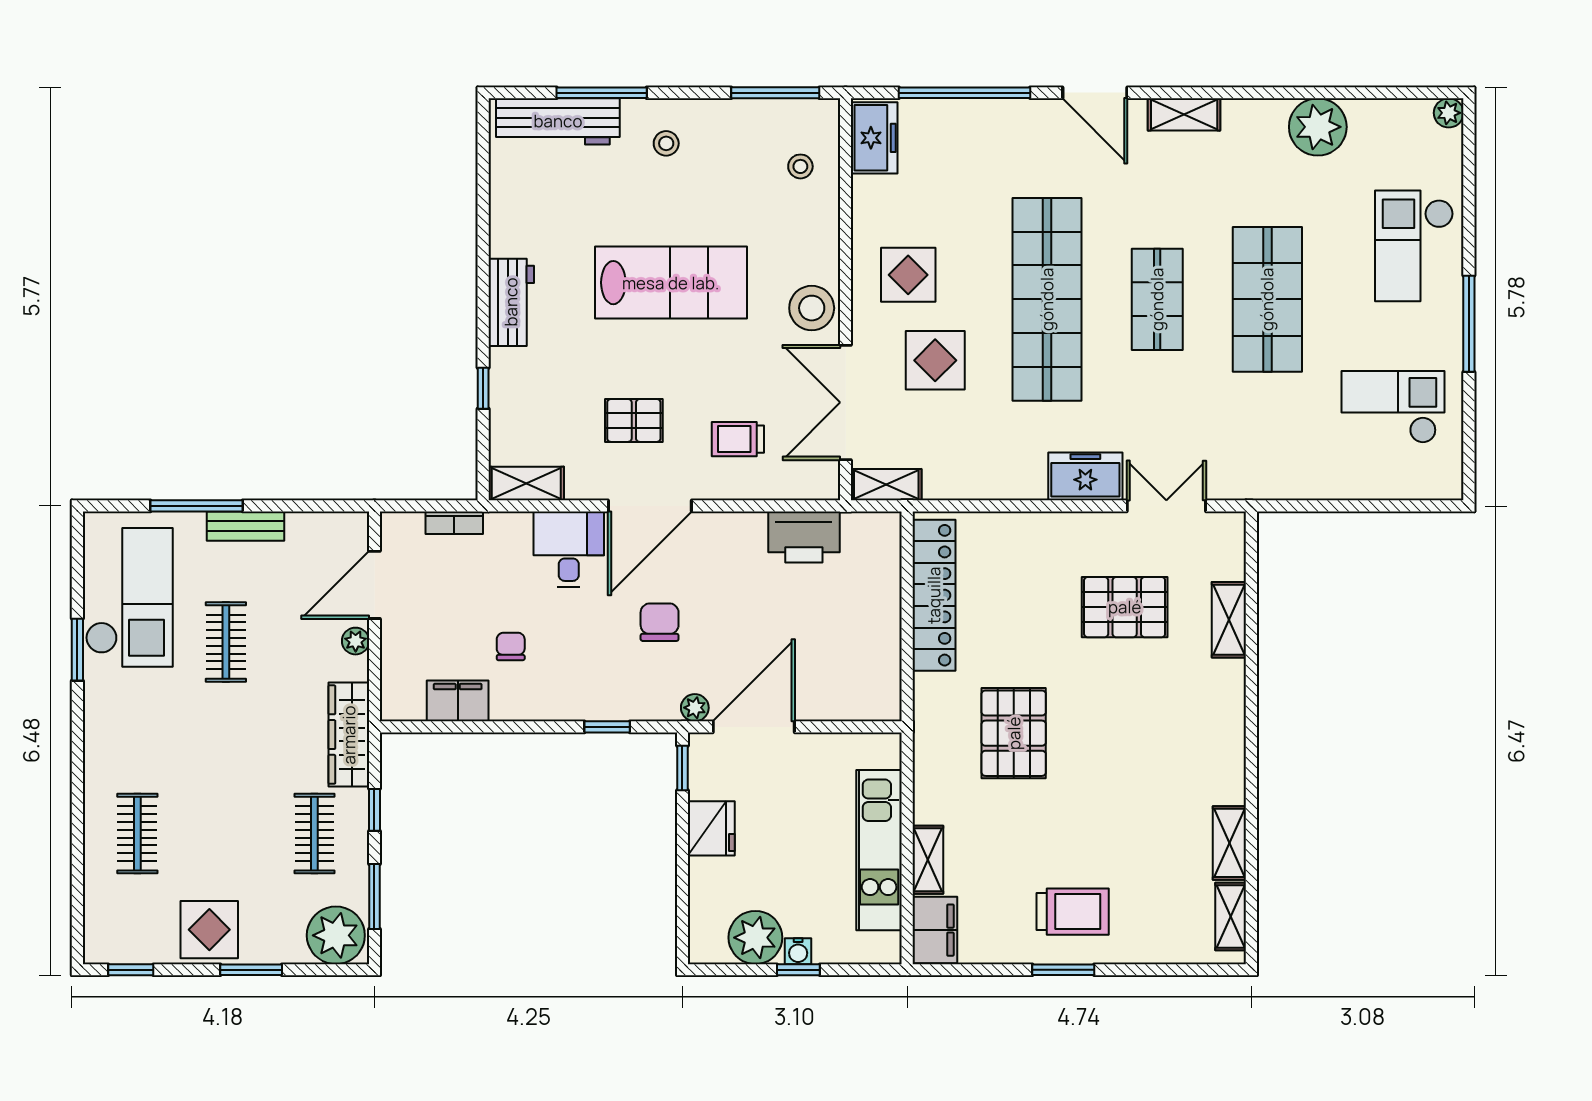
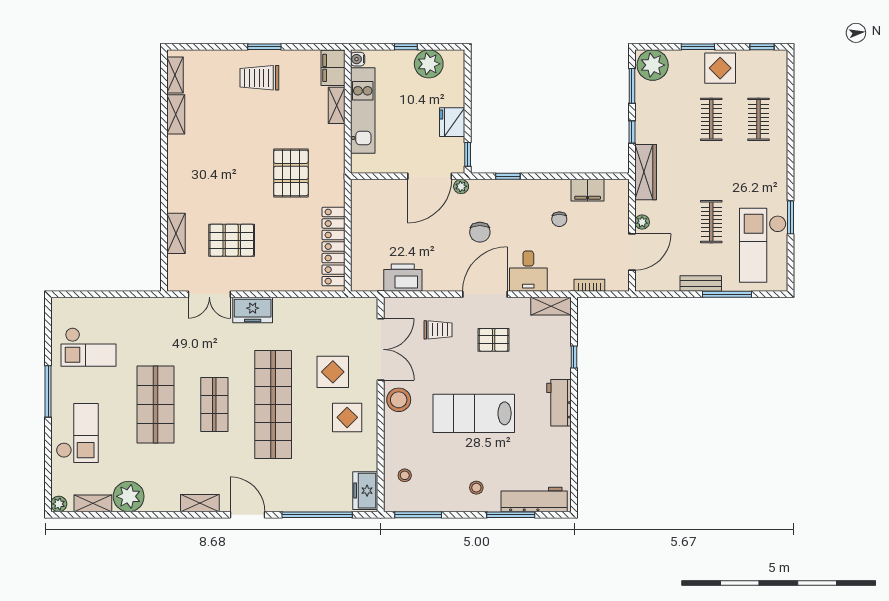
shelving: (886, 485) -> (93, 503), moved
clothes rail: (314, 834) -> (711, 119), moved
water cooler: (798, 951) -> (358, 59), moved, turned -90

